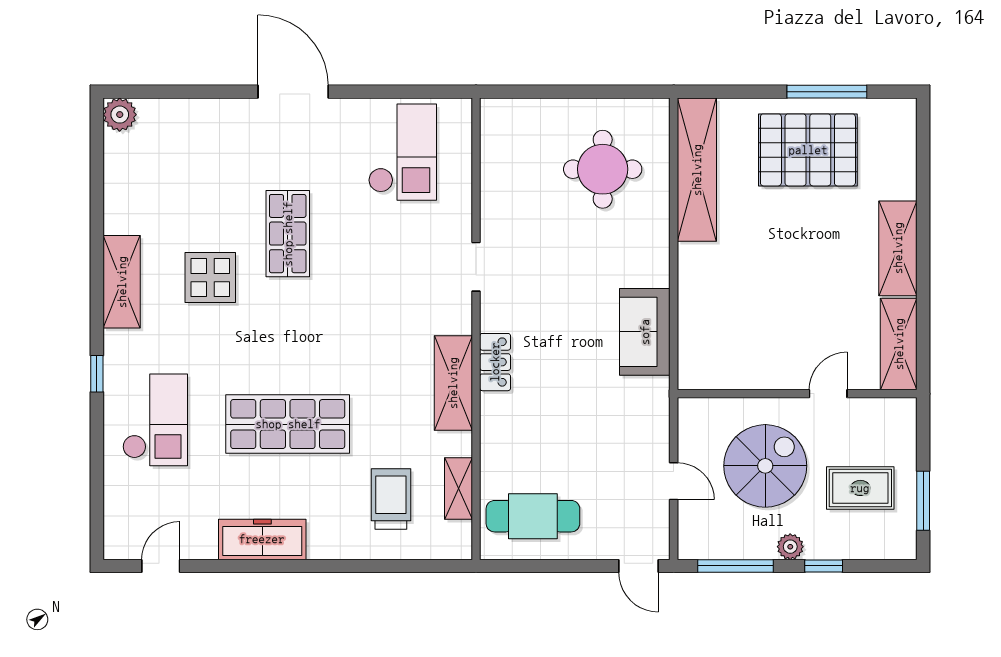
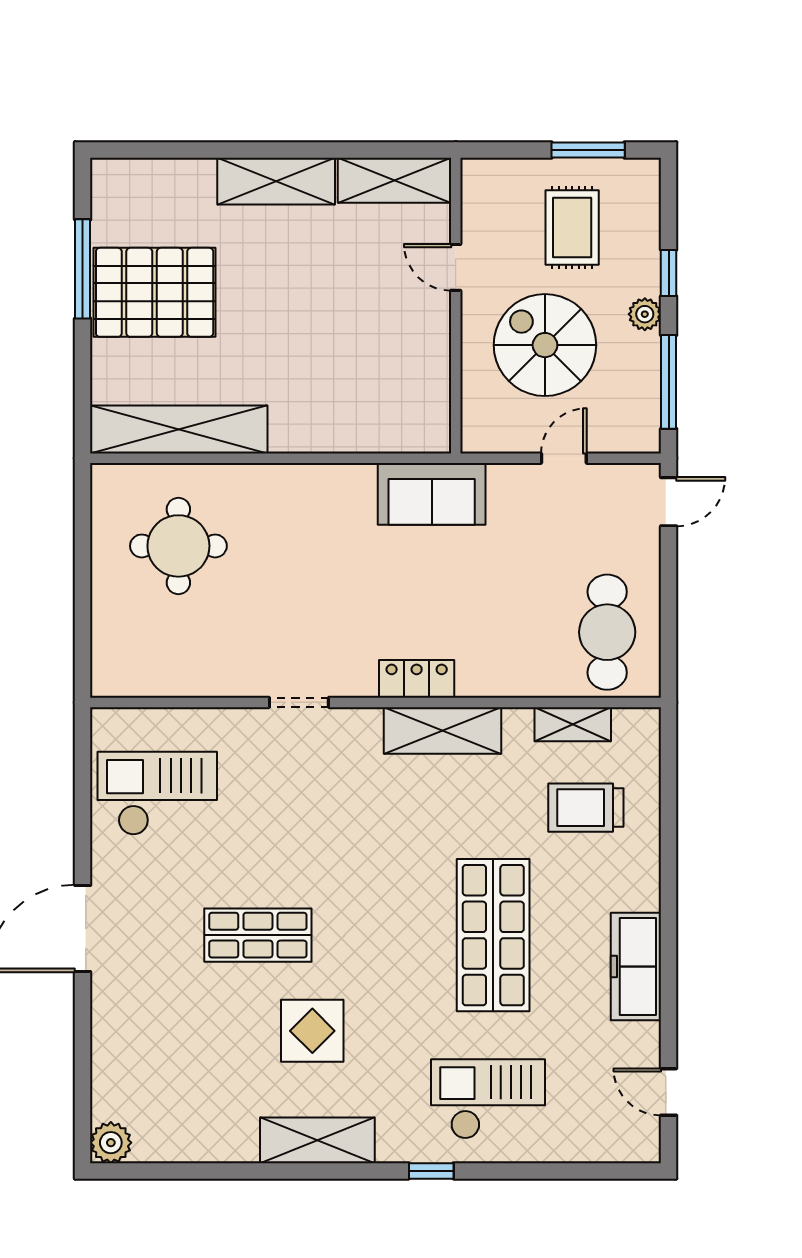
pallet: (808, 150) -> (155, 292), turned 90
sofa: (645, 332) -> (432, 494), moved

